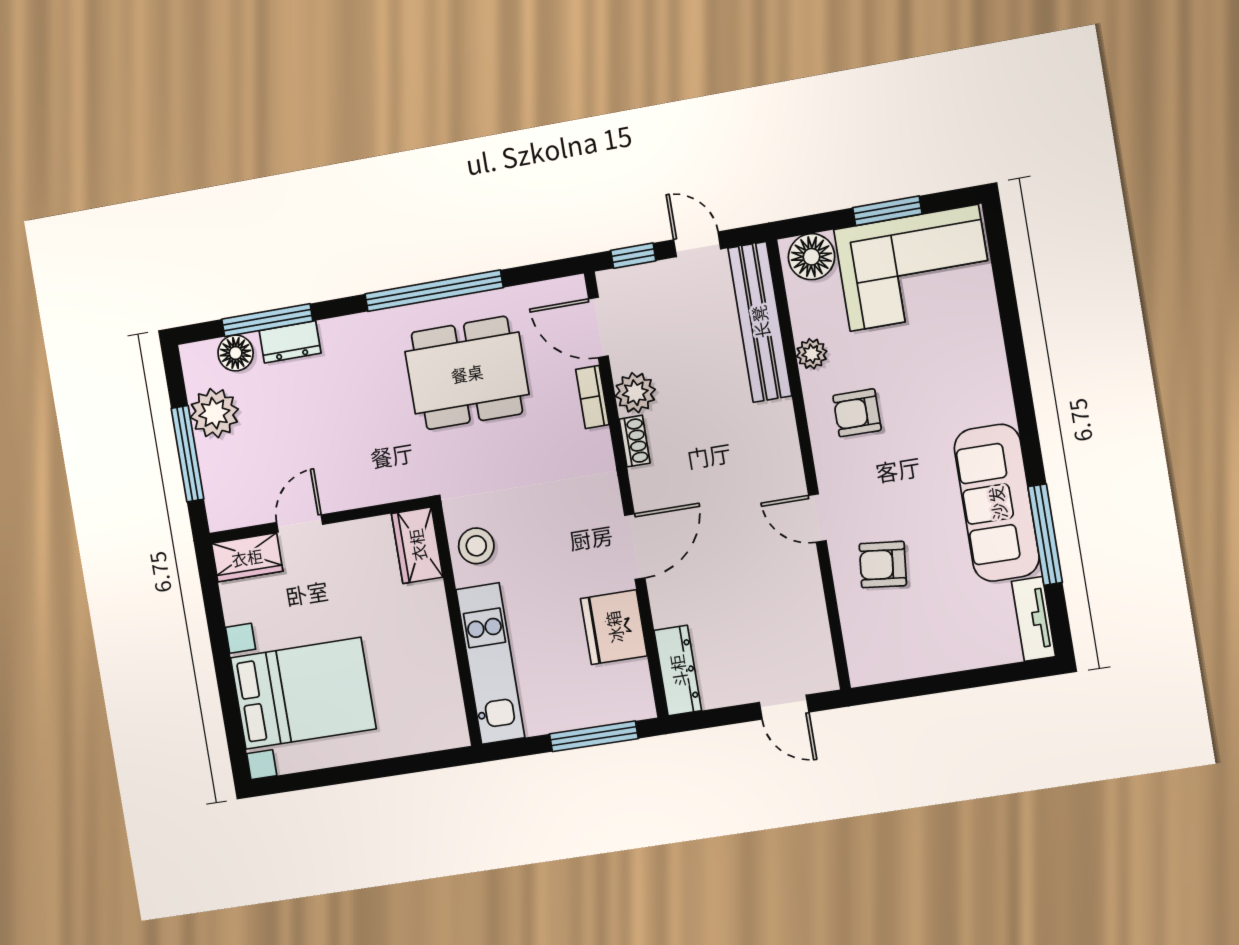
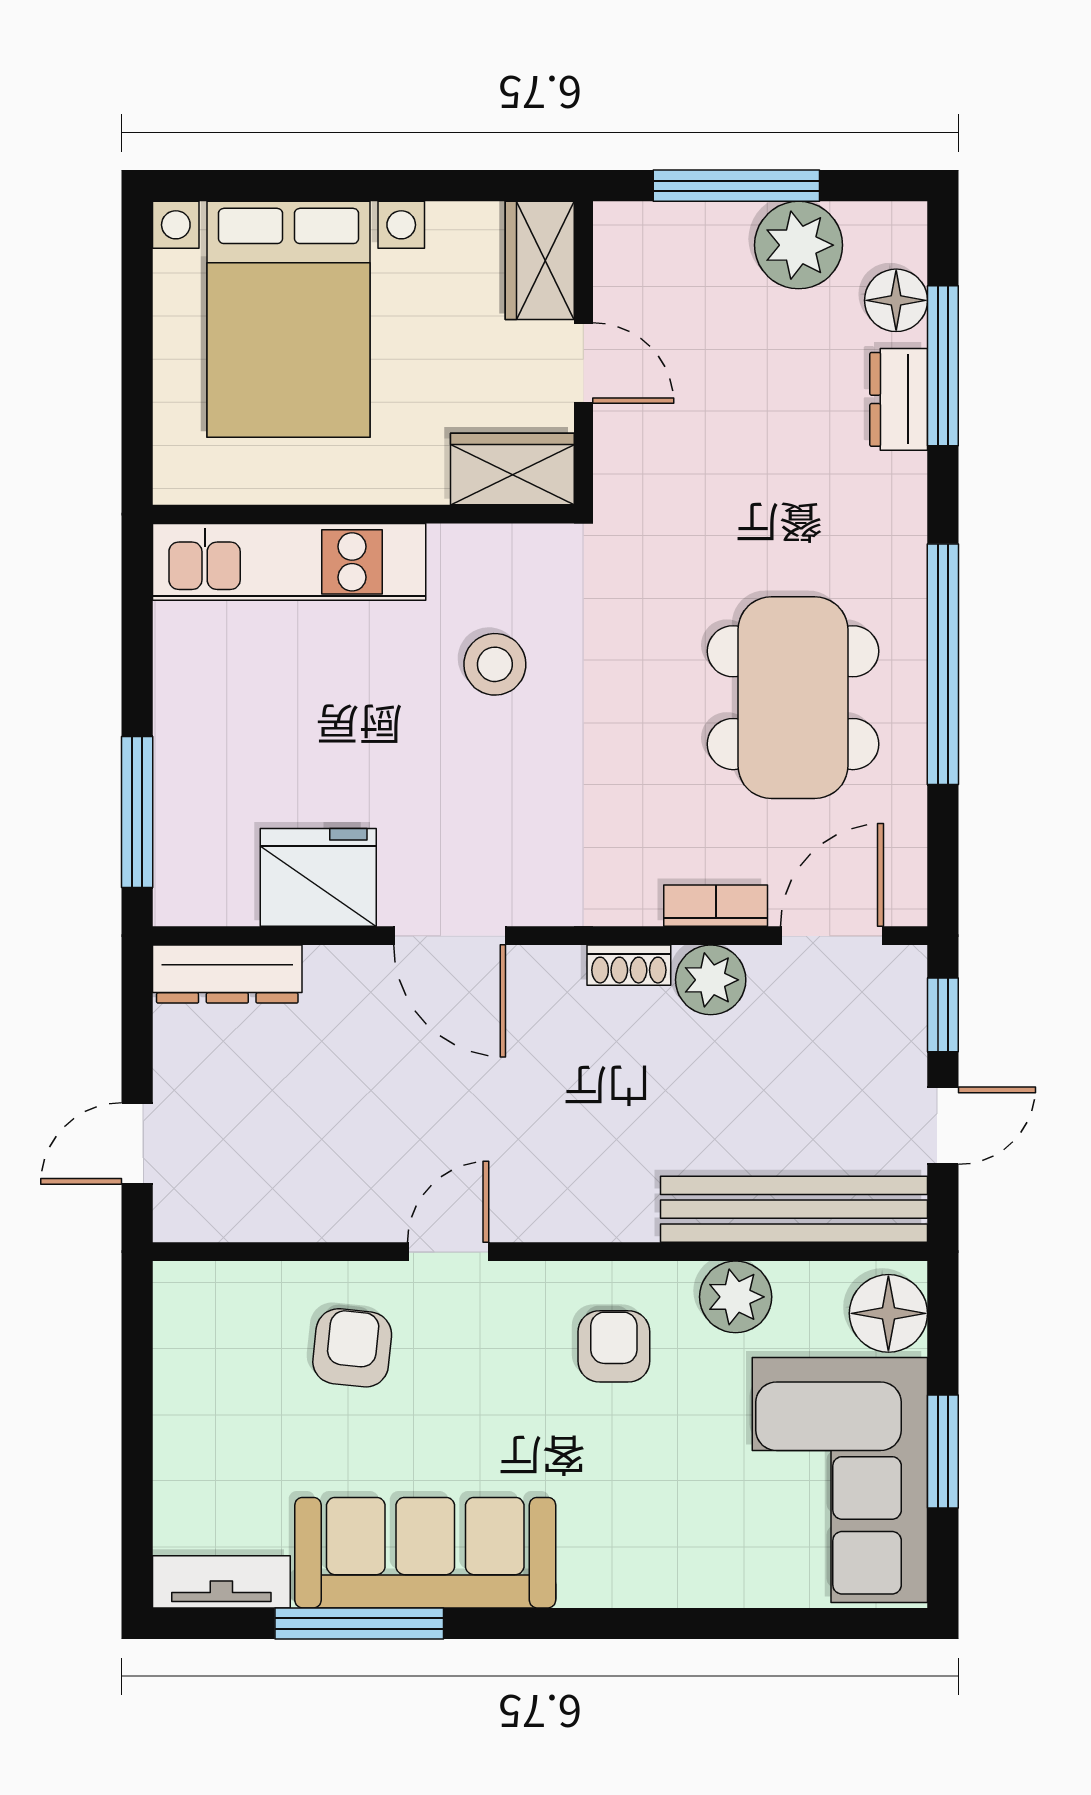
plant: (812, 354) -> (736, 1297), width x1.38, depth x1.38
wardrobe: (417, 545) -> (512, 469), moved
wall: (457, 626) -> (363, 514), moved
kitchen unit: (490, 664) -> (289, 562), moved

